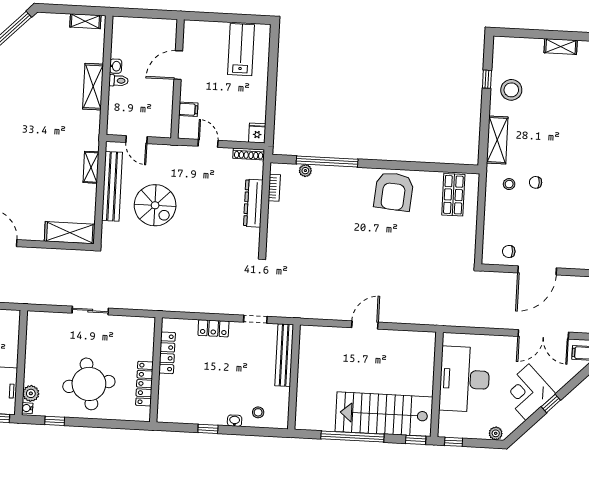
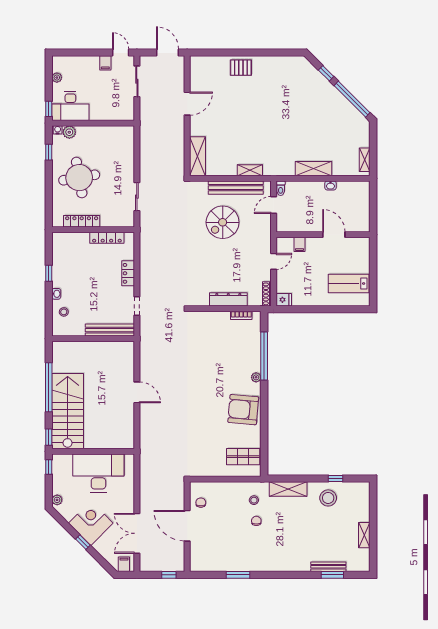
lab bench: (241, 50) -> (349, 284), turned 180
toilet: (118, 81) -> (281, 188), moved
plant: (305, 171) -> (256, 377), moved
sliding door: (90, 311) -> (137, 197), moved

